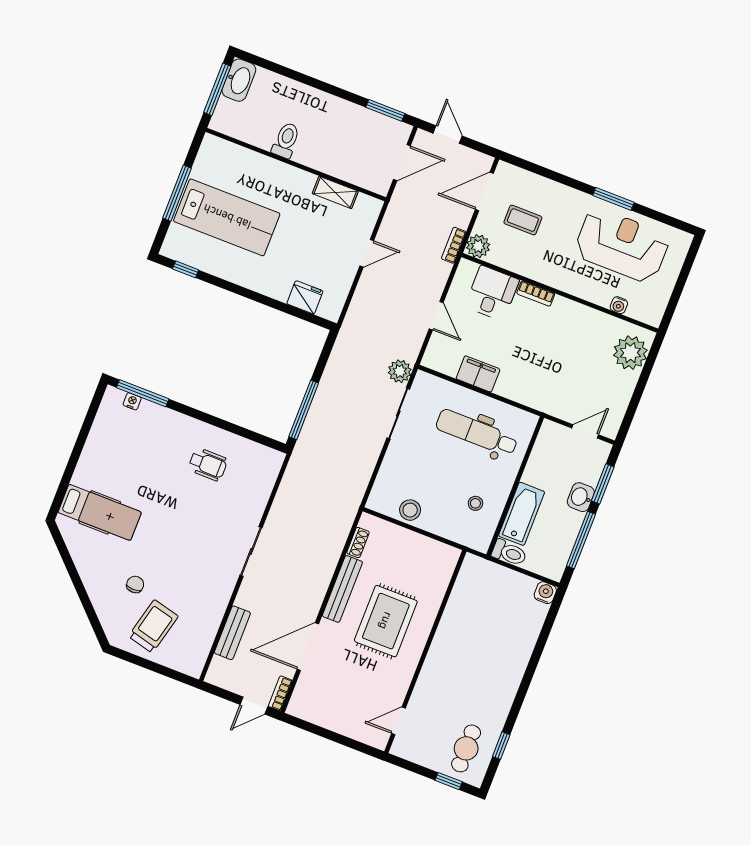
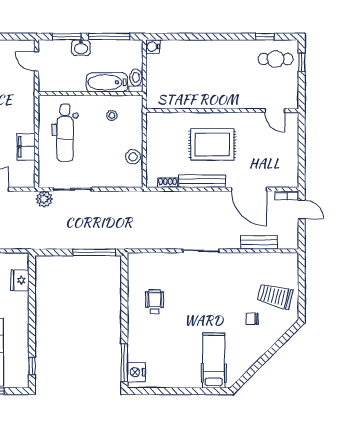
nightstand: (132, 401) -> (136, 372), width x1.89, depth x1.79

